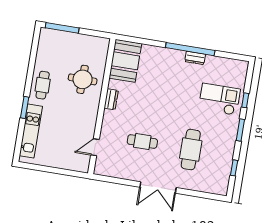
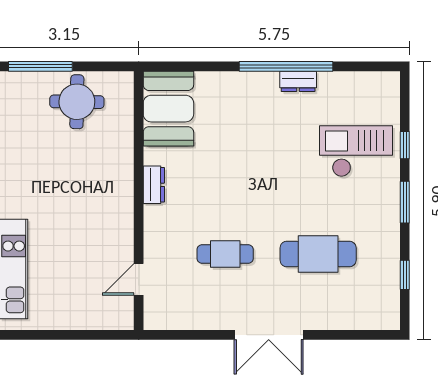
round table: (83, 79) -> (77, 102), moved
cafe table: (43, 85) -> (21, 179), removed
cafe table: (191, 150) -> (318, 254), turned 90

